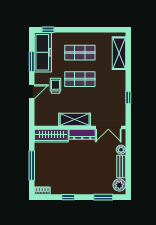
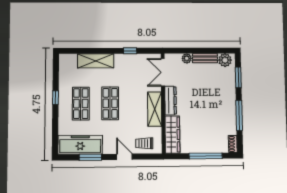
window: (48, 30) -> (56, 98), moved
shelving: (119, 53) -> (96, 61), moved
trolley: (56, 86) -> (144, 143), moved
double door: (108, 127) -> (163, 72), swing flipped
window: (68, 197) -> (239, 115), width x2.17

